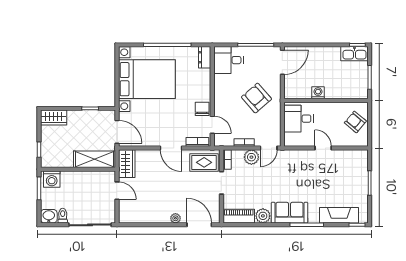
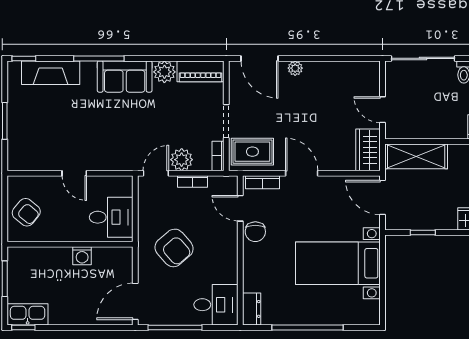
bed with nightstands: (147, 79) -> (338, 263), width x0.73

